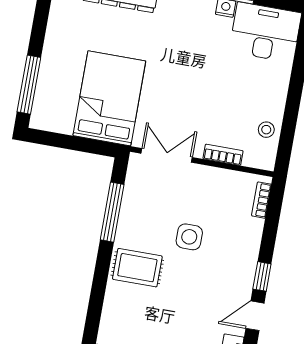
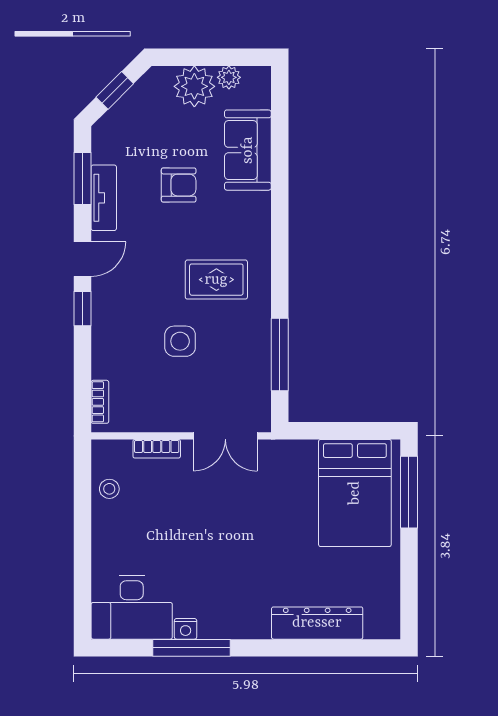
bed: (109, 98) -> (355, 493), moved
rug: (137, 268) -> (216, 280), moved

